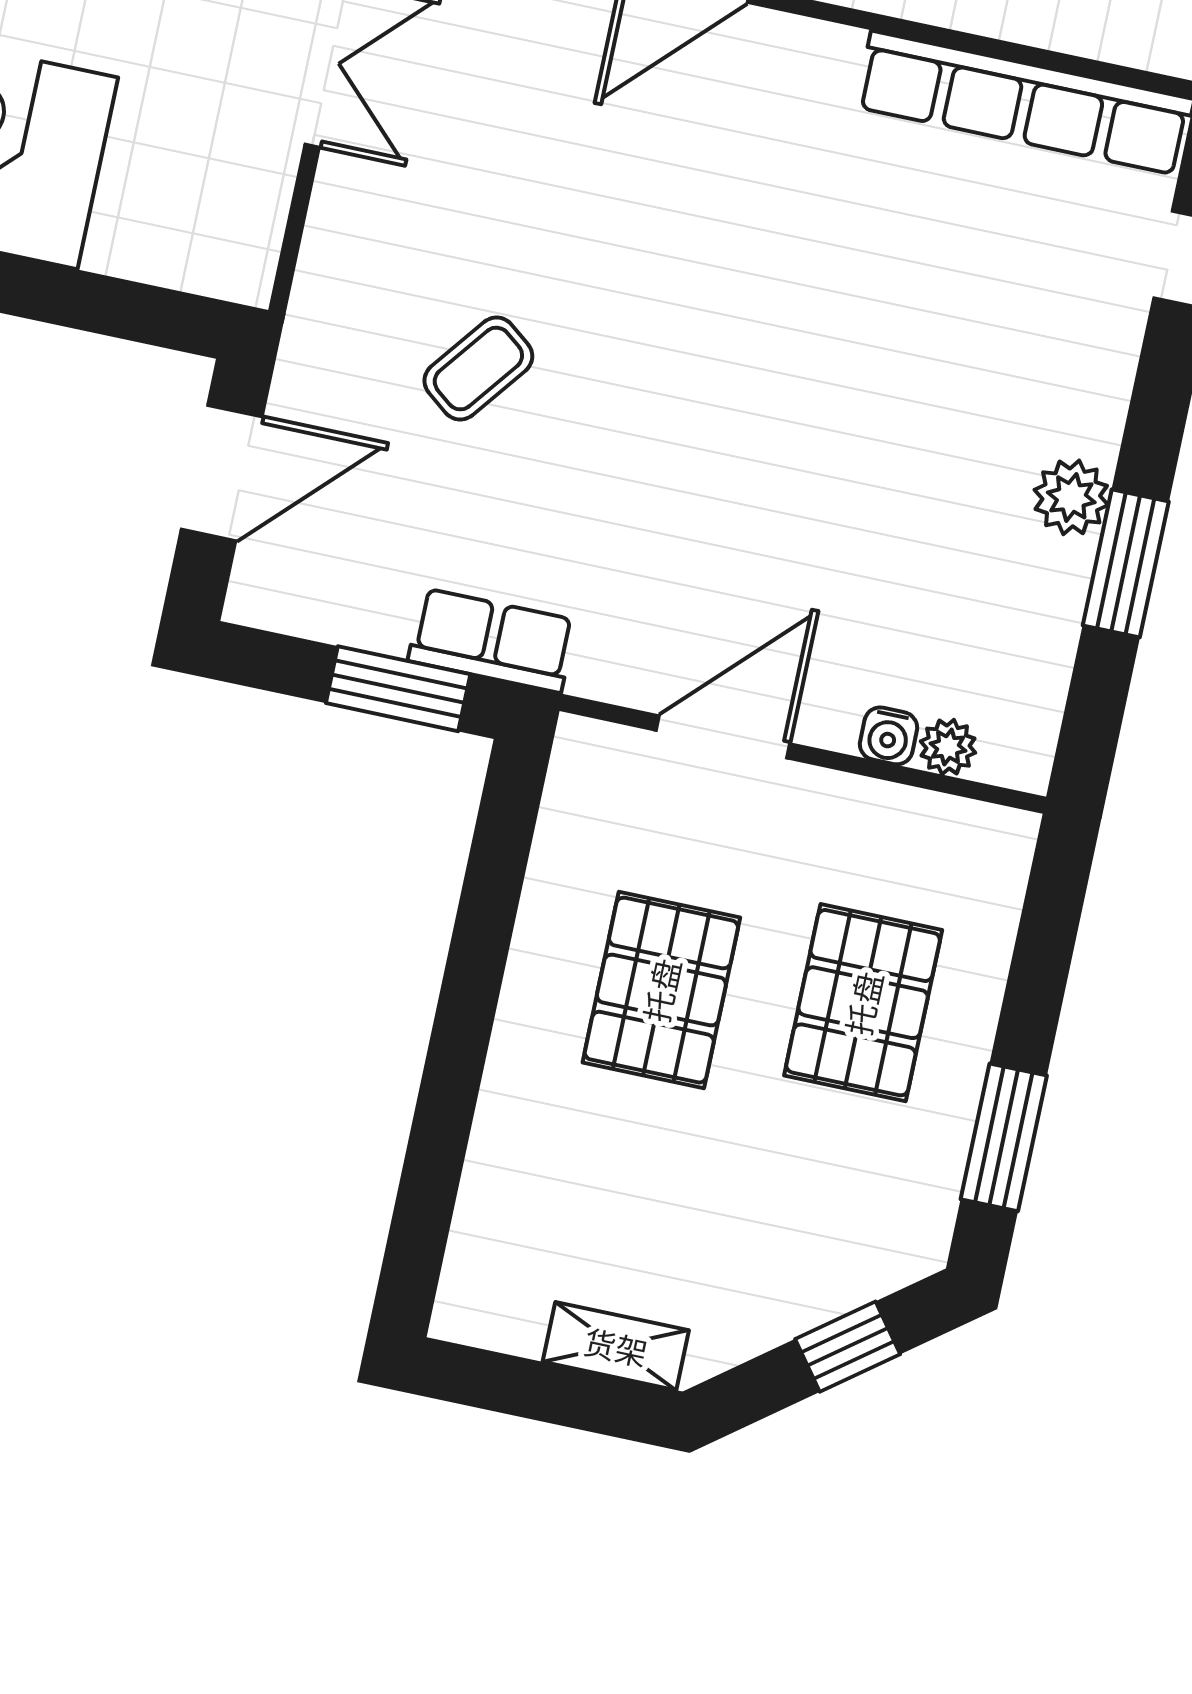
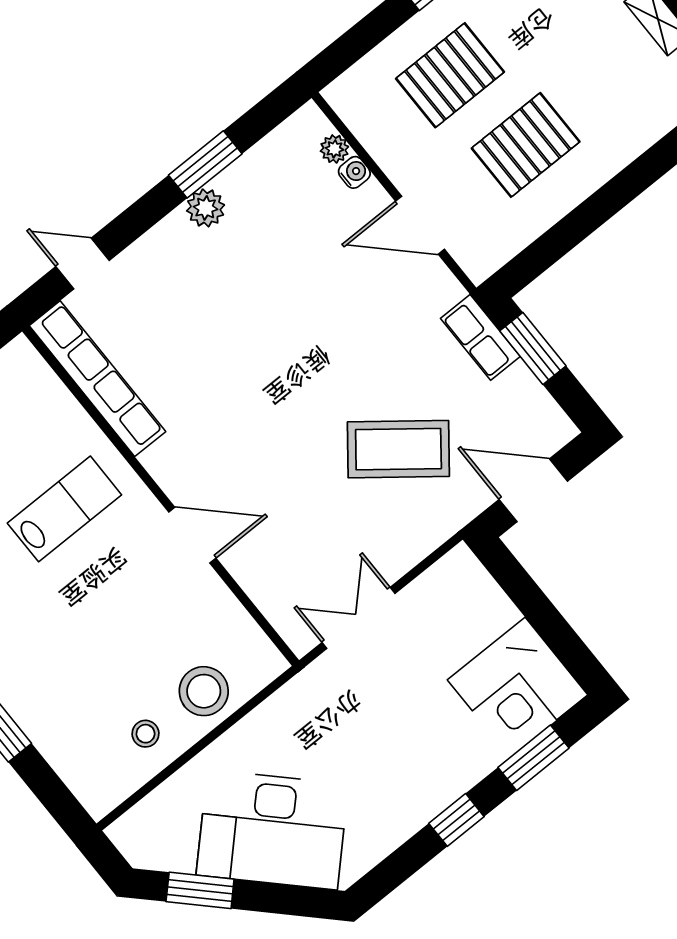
coffee table: (478, 369) -> (398, 449), width x1.86, depth x1.72

